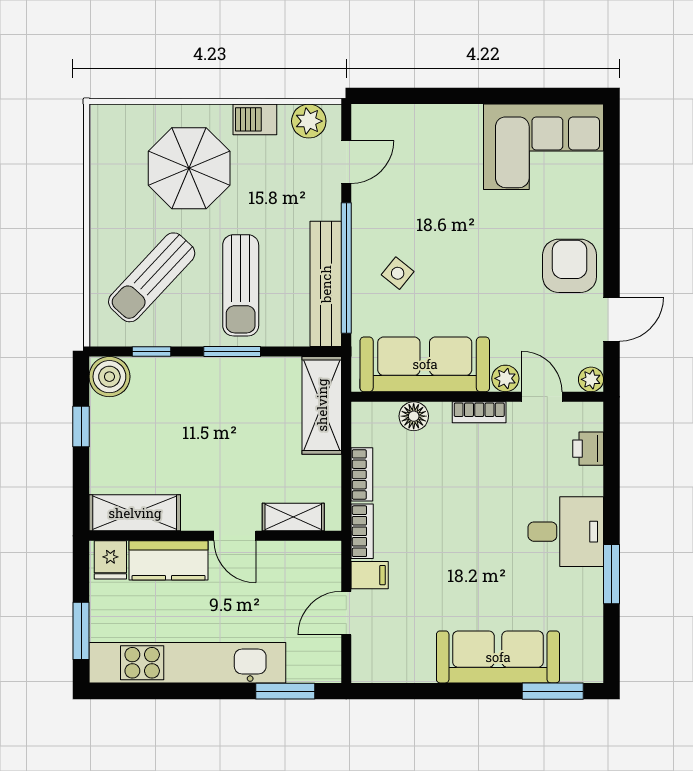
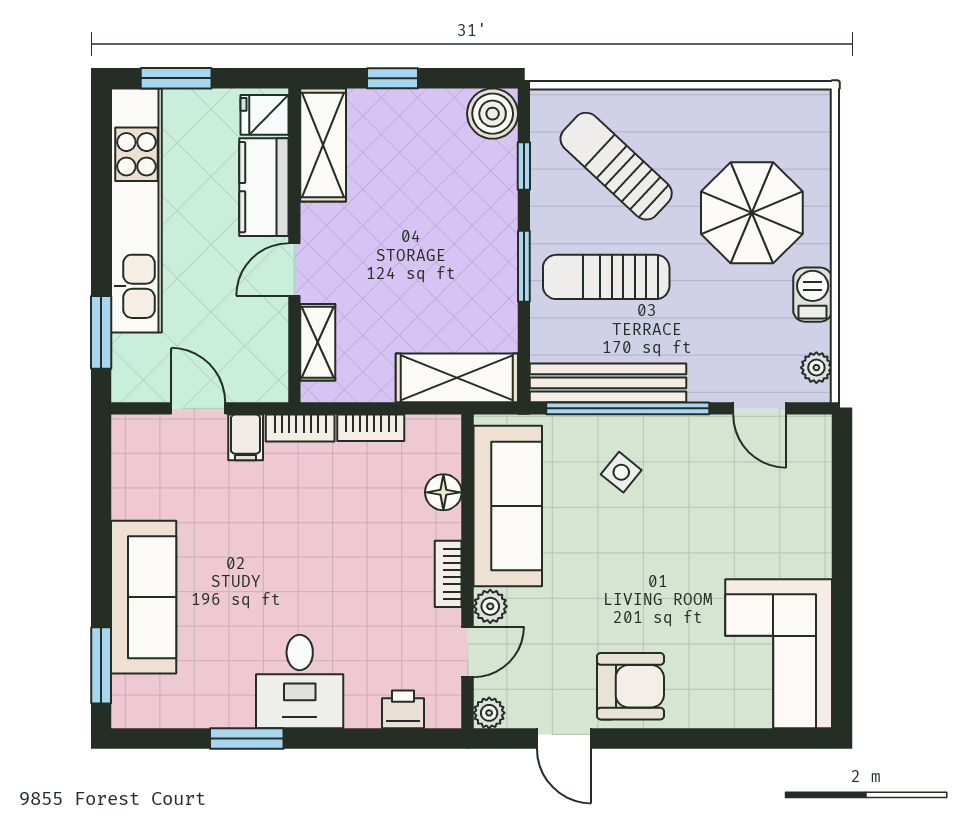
plant: (309, 121) -> (816, 368), width x0.73, depth x0.73
window: (81, 426) -> (392, 78), moved

